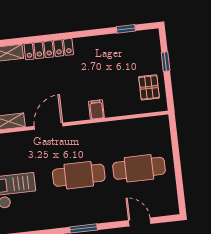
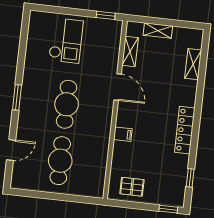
locker: (49, 49) -> (185, 130), moved
window: (166, 62) -> (168, 209), moved

